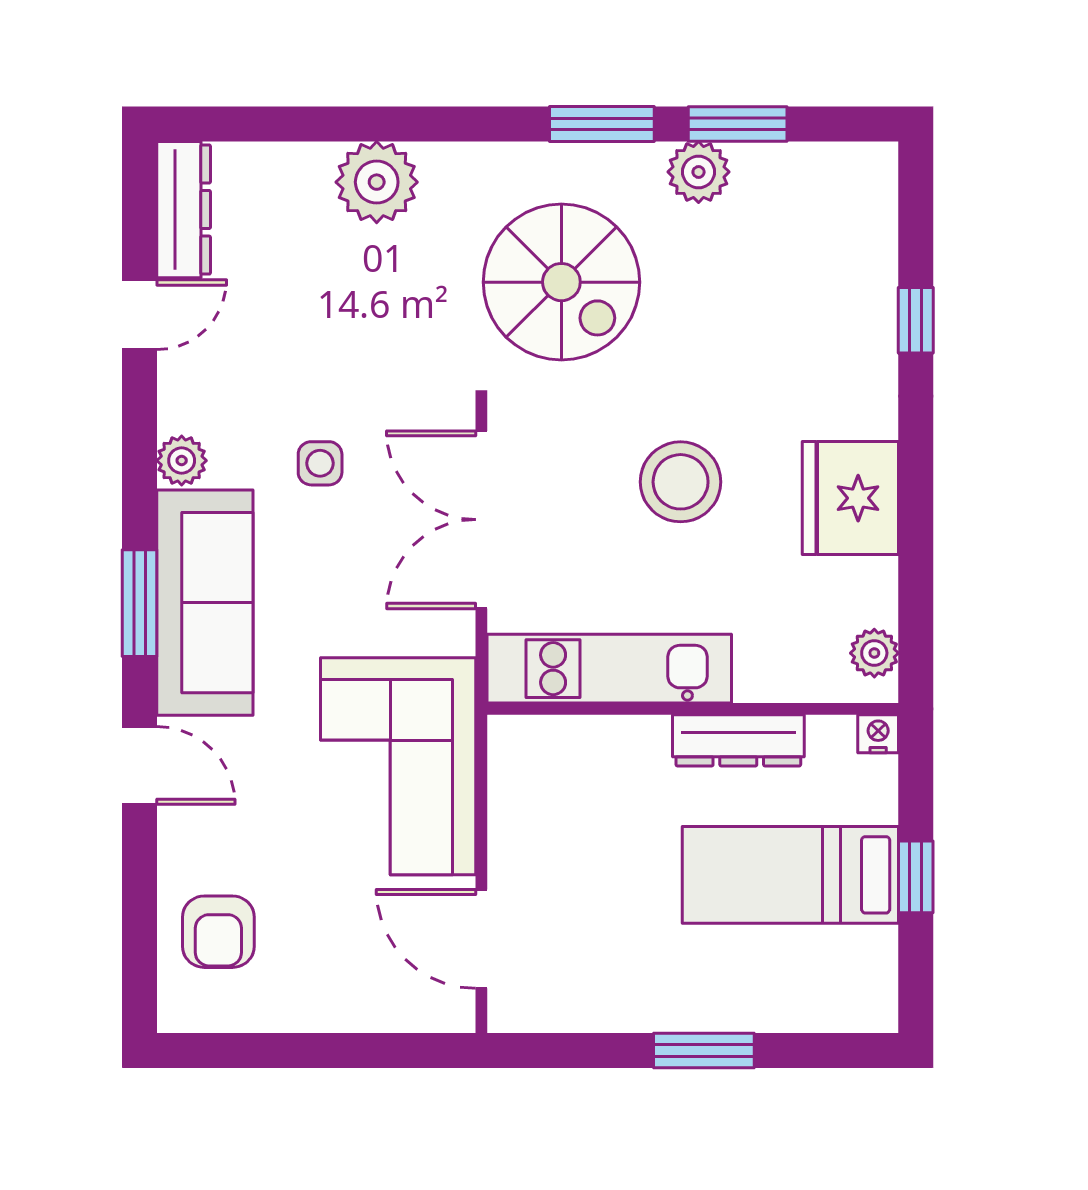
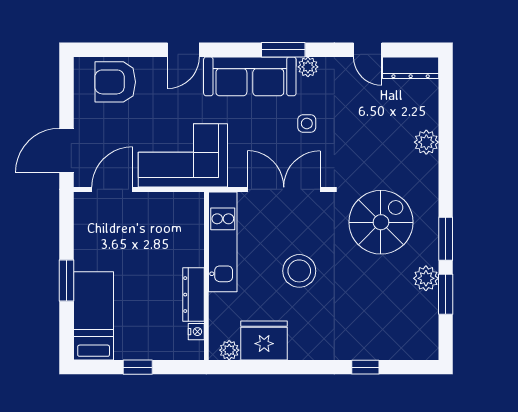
plant: (377, 182) -> (426, 142), width x0.73, depth x0.73
spiral stairs: (561, 282) -> (381, 222), turned 180
fridge: (850, 498) -> (264, 340), moved
window: (140, 603) -> (283, 50), moved
nightstand: (878, 734) -> (196, 332), moved
bed: (790, 875) -> (94, 316), moved
armchair: (218, 932) -> (115, 82), width x1.38, depth x1.38
door: (386, 1051) -> (67, 150), added

